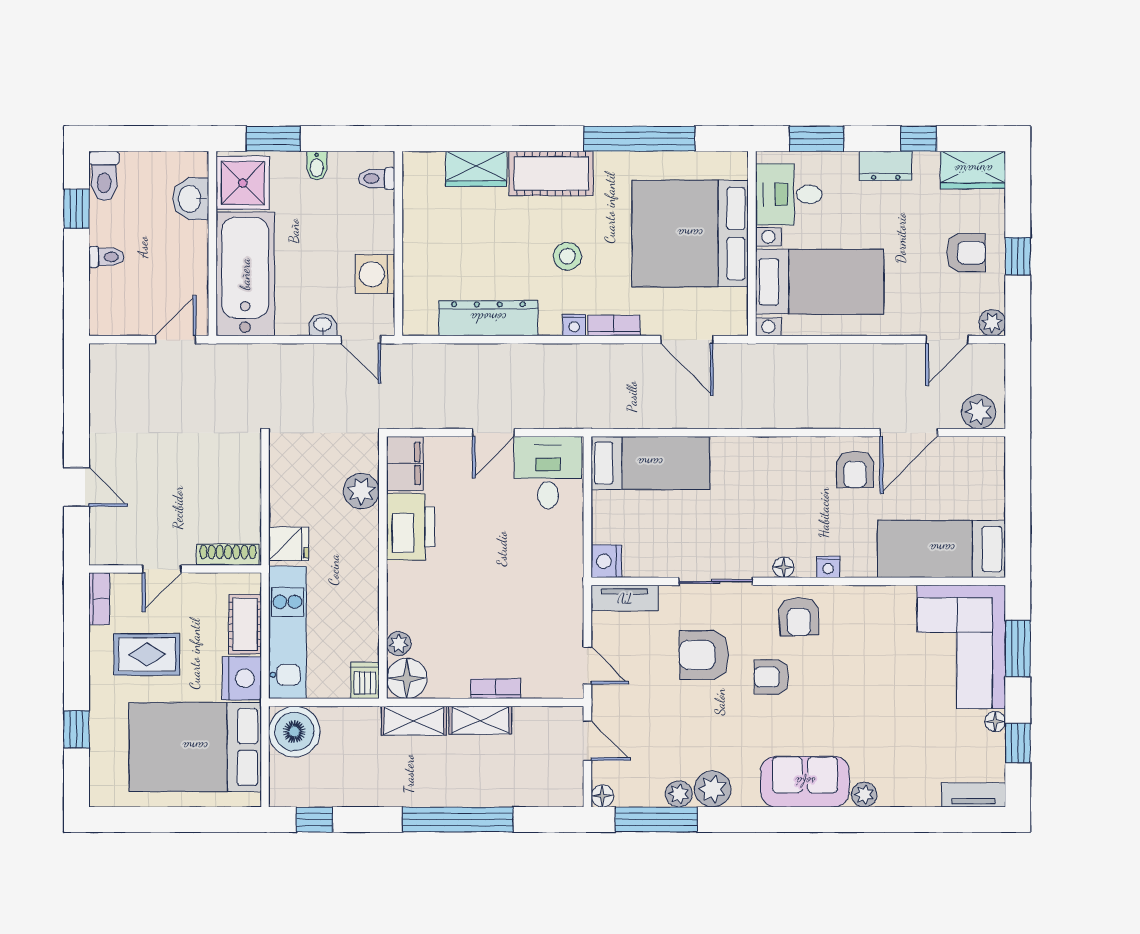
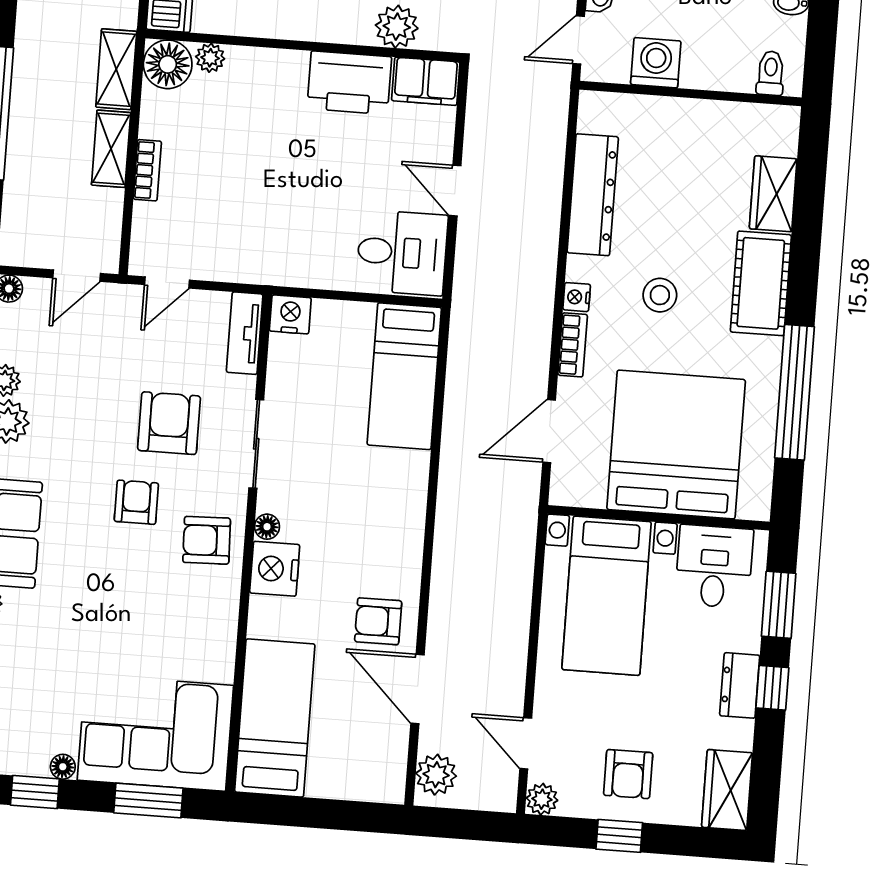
window: (919, 139) -> (772, 688), moved
nightstand: (828, 567) -> (275, 569), width x1.89, depth x1.79

